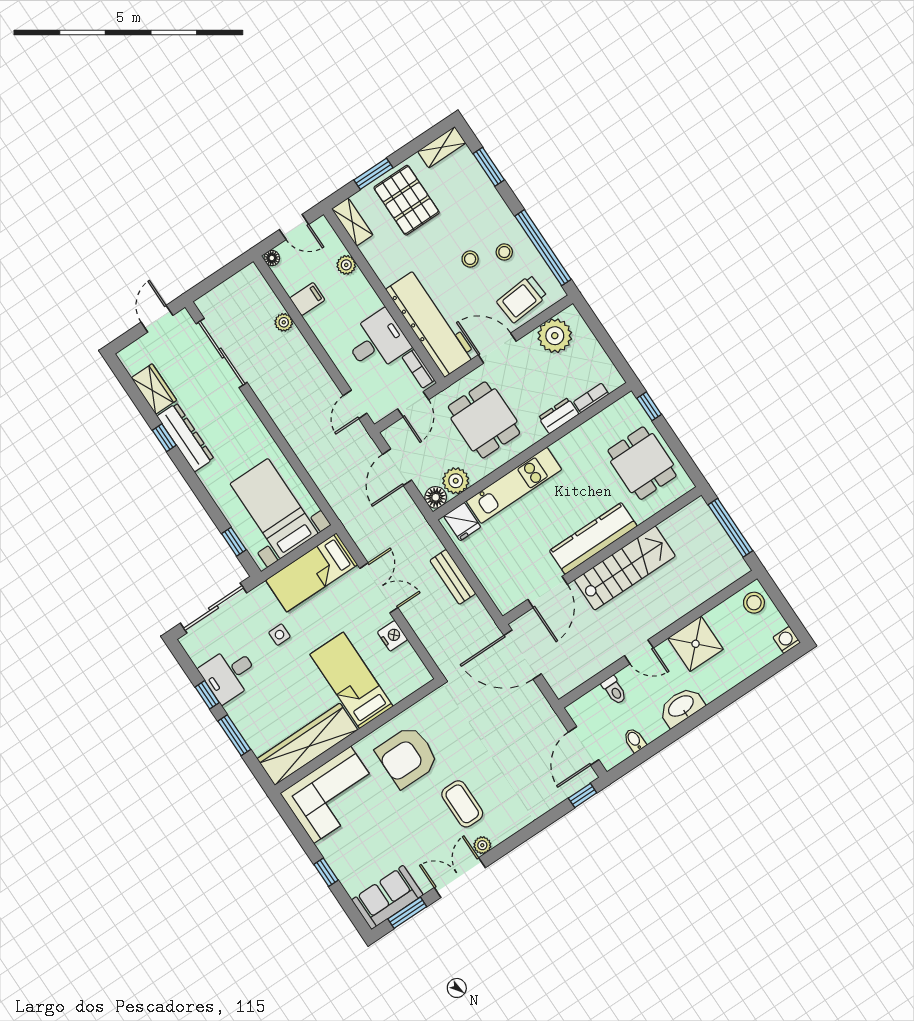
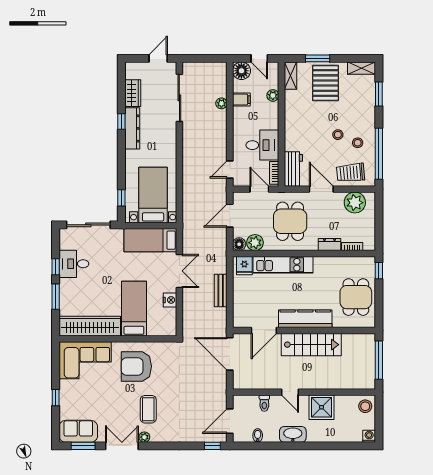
floor lamp: (272, 258) -> (241, 71), width x1.89, depth x1.89
workbench: (431, 323) -> (293, 169), width x0.53, depth x0.76
door: (413, 404) -> (259, 189), swing flipped
side table: (279, 635) -> (113, 261), removed

